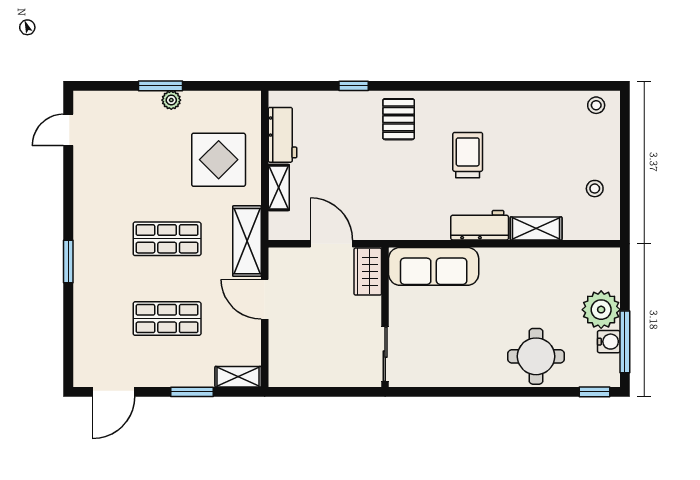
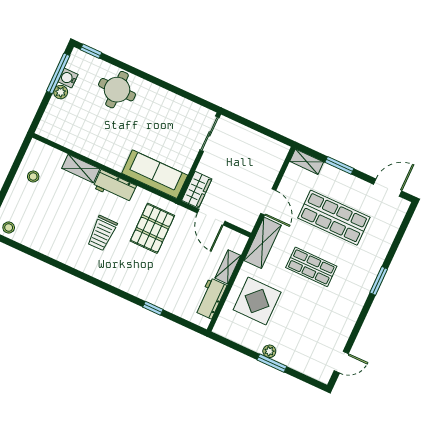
pallet: (399, 119) -> (152, 228), moved, width x1.50, depth x1.42
plant: (601, 310) -> (61, 92), width x0.53, depth x0.53
shop shelf: (167, 319) -> (334, 218), width x1.43, depth x1.36

